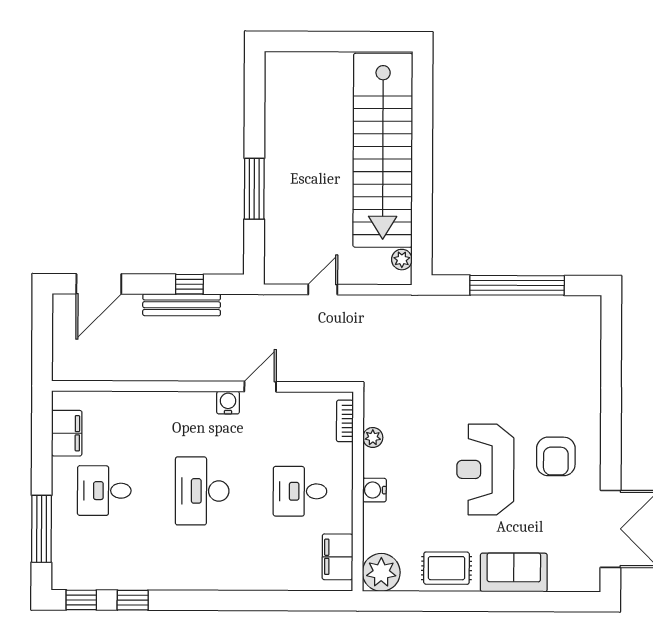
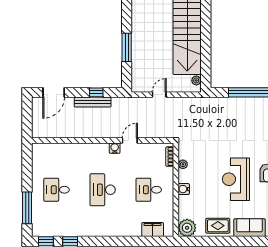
filing cabinet: (67, 433) -> (39, 163), removed
filing cabinet: (337, 557) -> (153, 230), moved, turned 90

